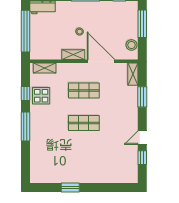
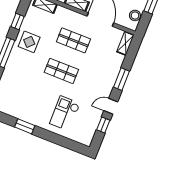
display table: (41, 96) -> (29, 42), moved
window: (142, 97) -> (121, 79), moved
checkout: (103, 161) -> (65, 113), added

